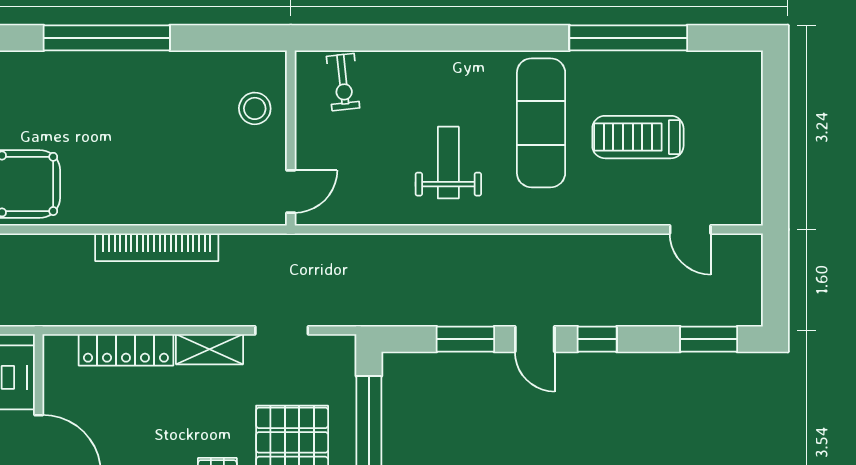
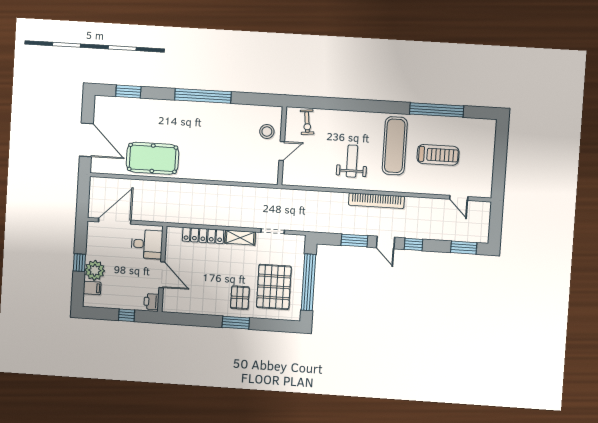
treadmill: (638, 137) -> (438, 155), turned 180
door: (291, 191) -> (282, 151), moved
bookcase: (157, 247) -> (376, 201), moved

